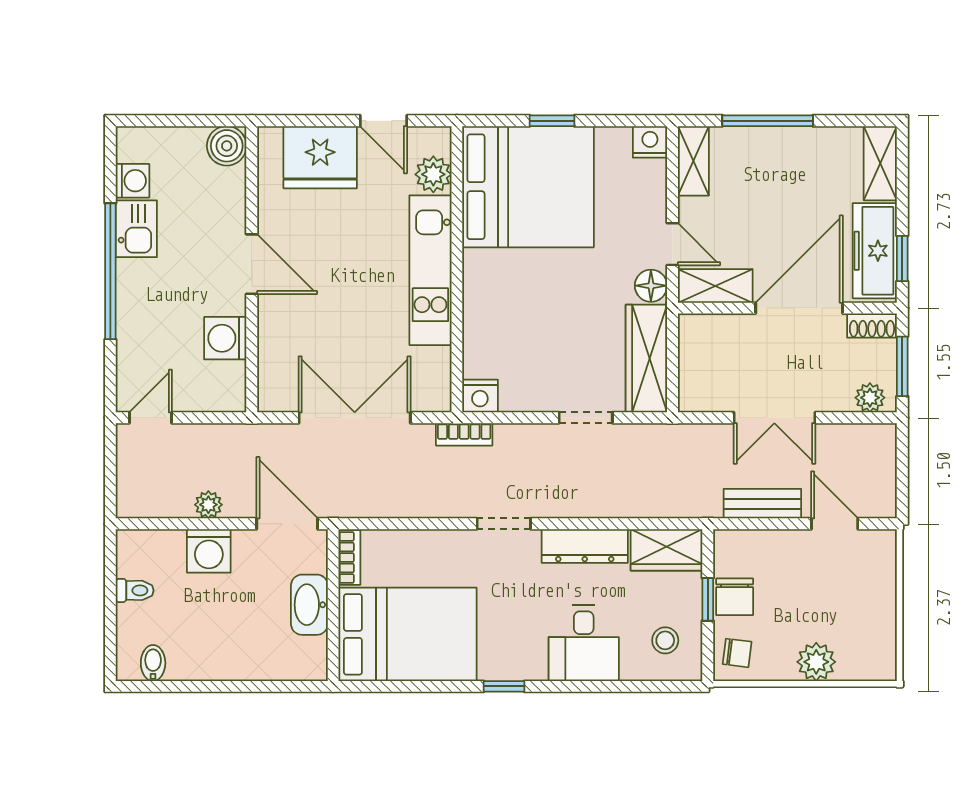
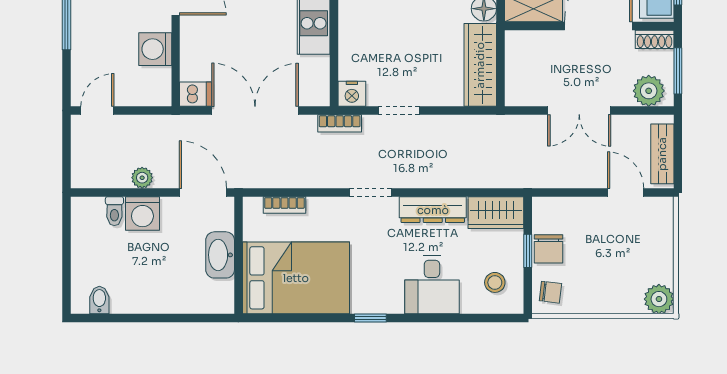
dishwasher: (278, 397) -> (196, 94), added
plant: (870, 398) -> (649, 91), width x1.38, depth x1.38
doorway: (586, 418) -> (399, 111), moved
bench: (762, 504) -> (662, 154), moved, turned 90
bookcase: (349, 557) -> (284, 205), moved, turned 90
toilet: (135, 590) -> (114, 211), moved, turned 90
plant: (816, 662) -> (659, 299), moved

